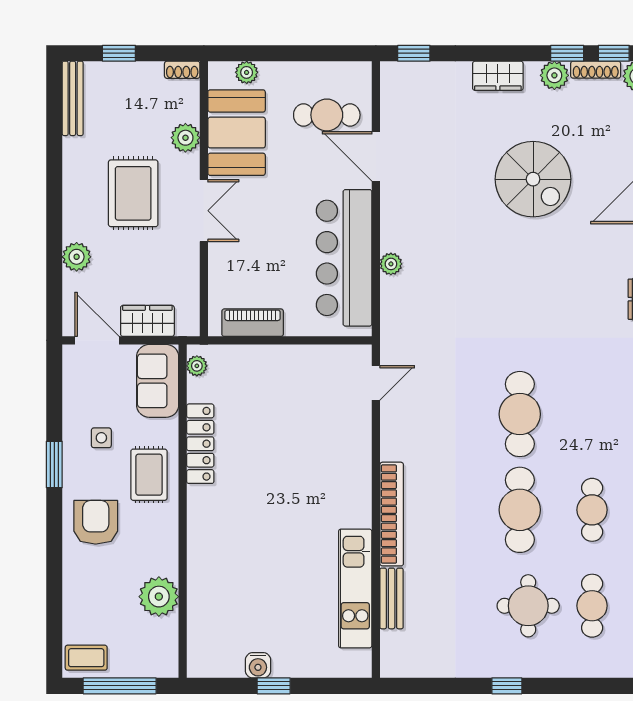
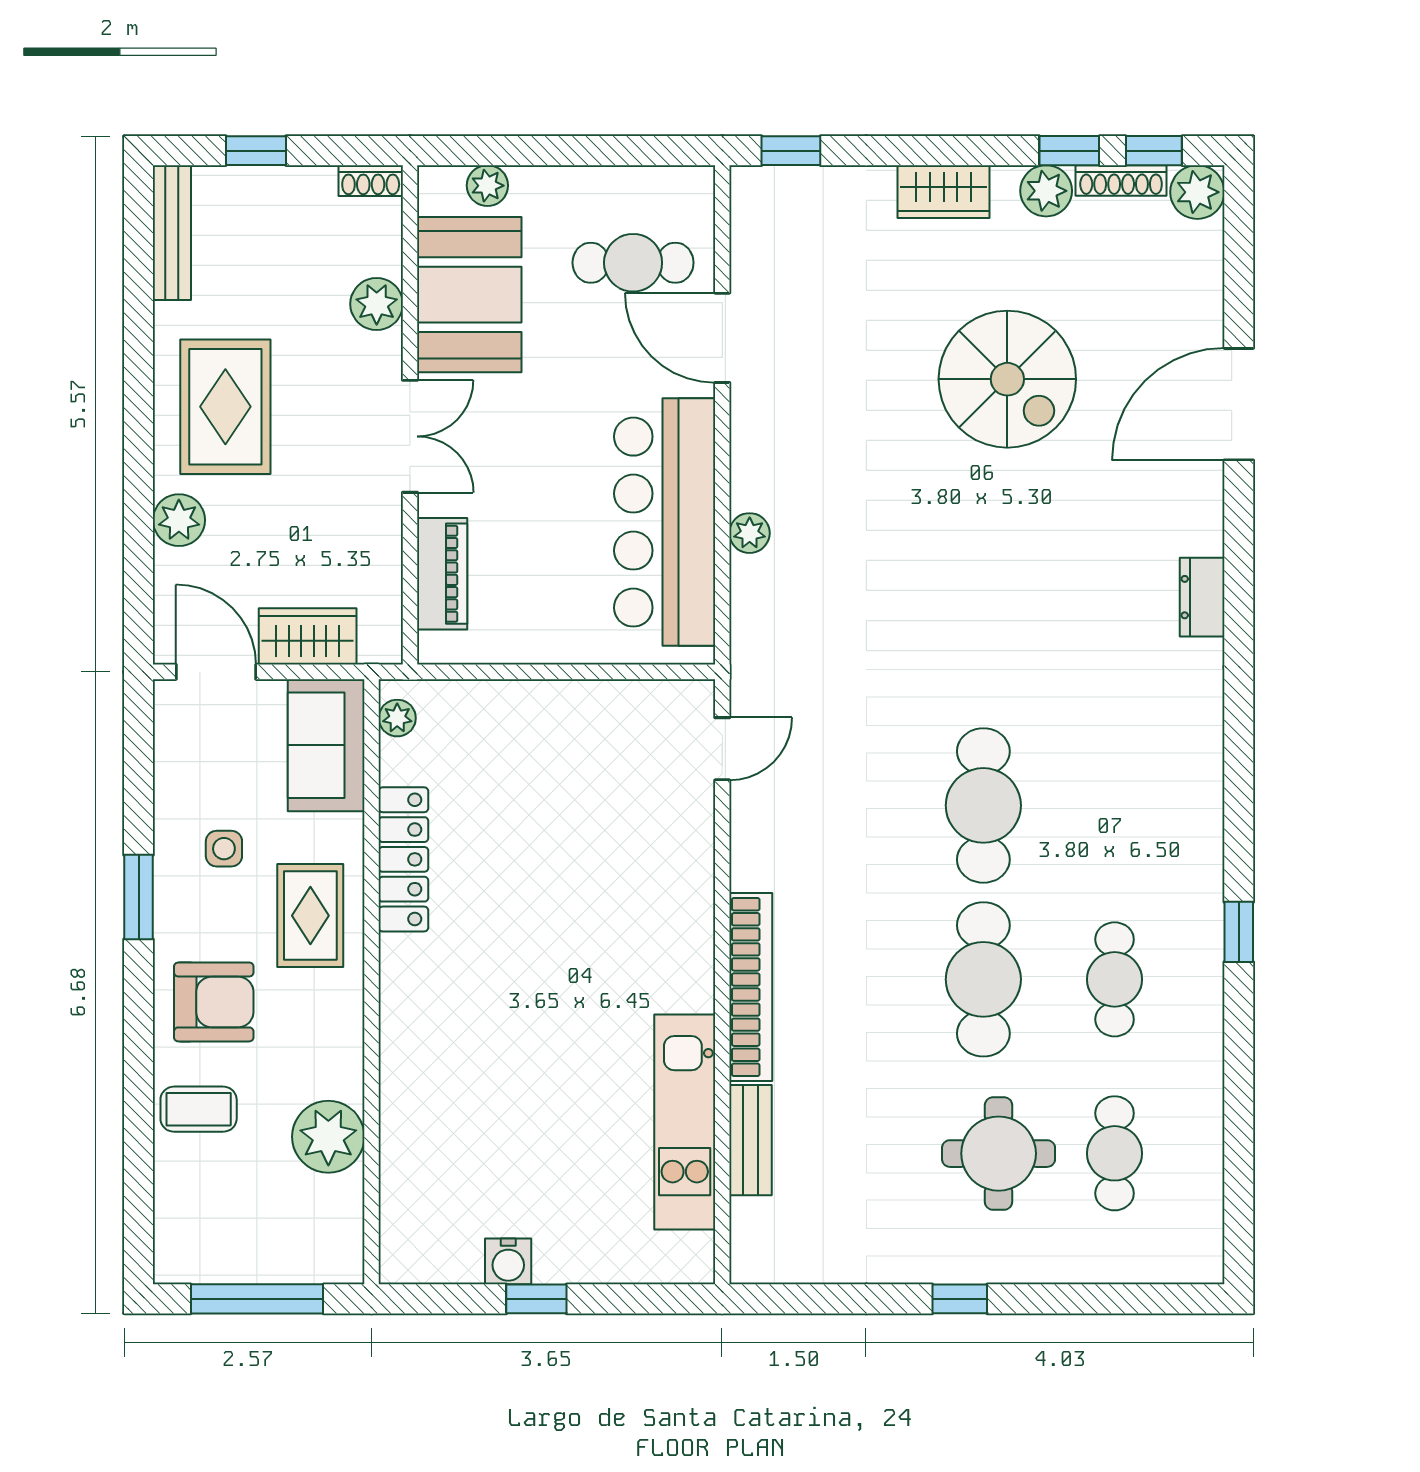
rug: (133, 193) -> (225, 407), moved
piano: (253, 323) -> (442, 574), moved, turned 90
armchair: (96, 522) -> (214, 1002), turned 90
coffee table: (86, 658) -> (199, 1109), moved

